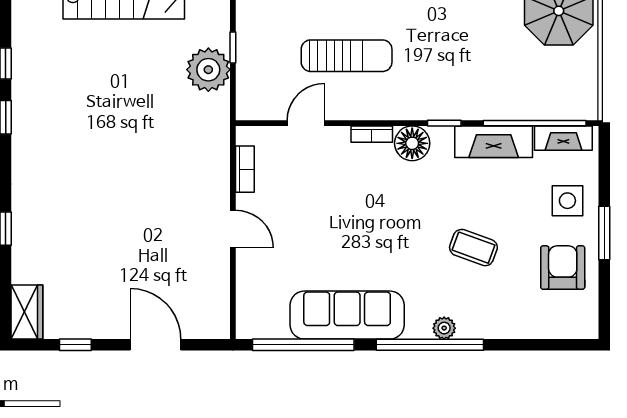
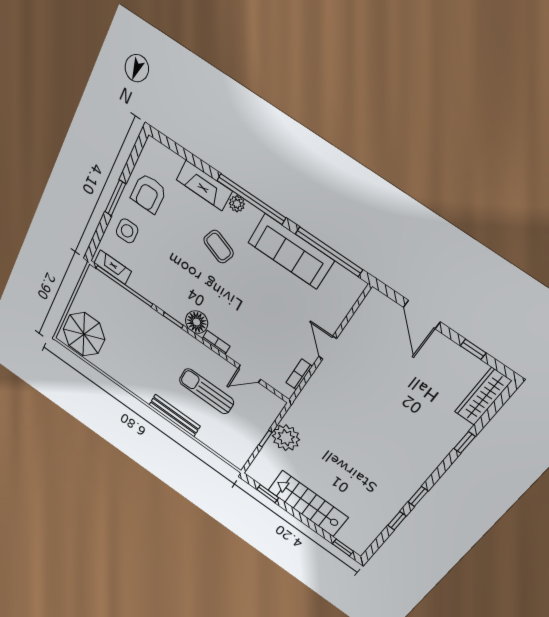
fireplace: (494, 142) -> (204, 186), moved, turned 180
coffee table: (473, 248) -> (219, 247), moved
wardrobe: (27, 312) -> (483, 396), width x1.50

